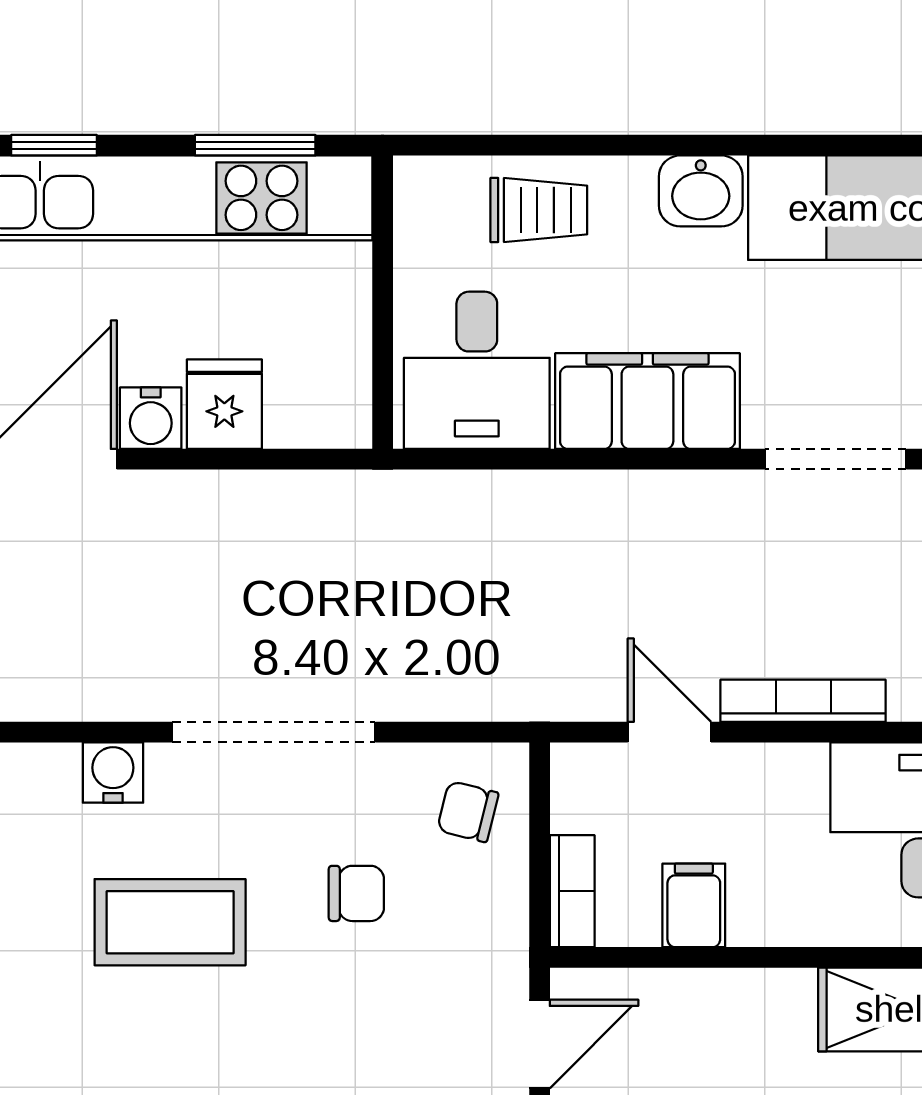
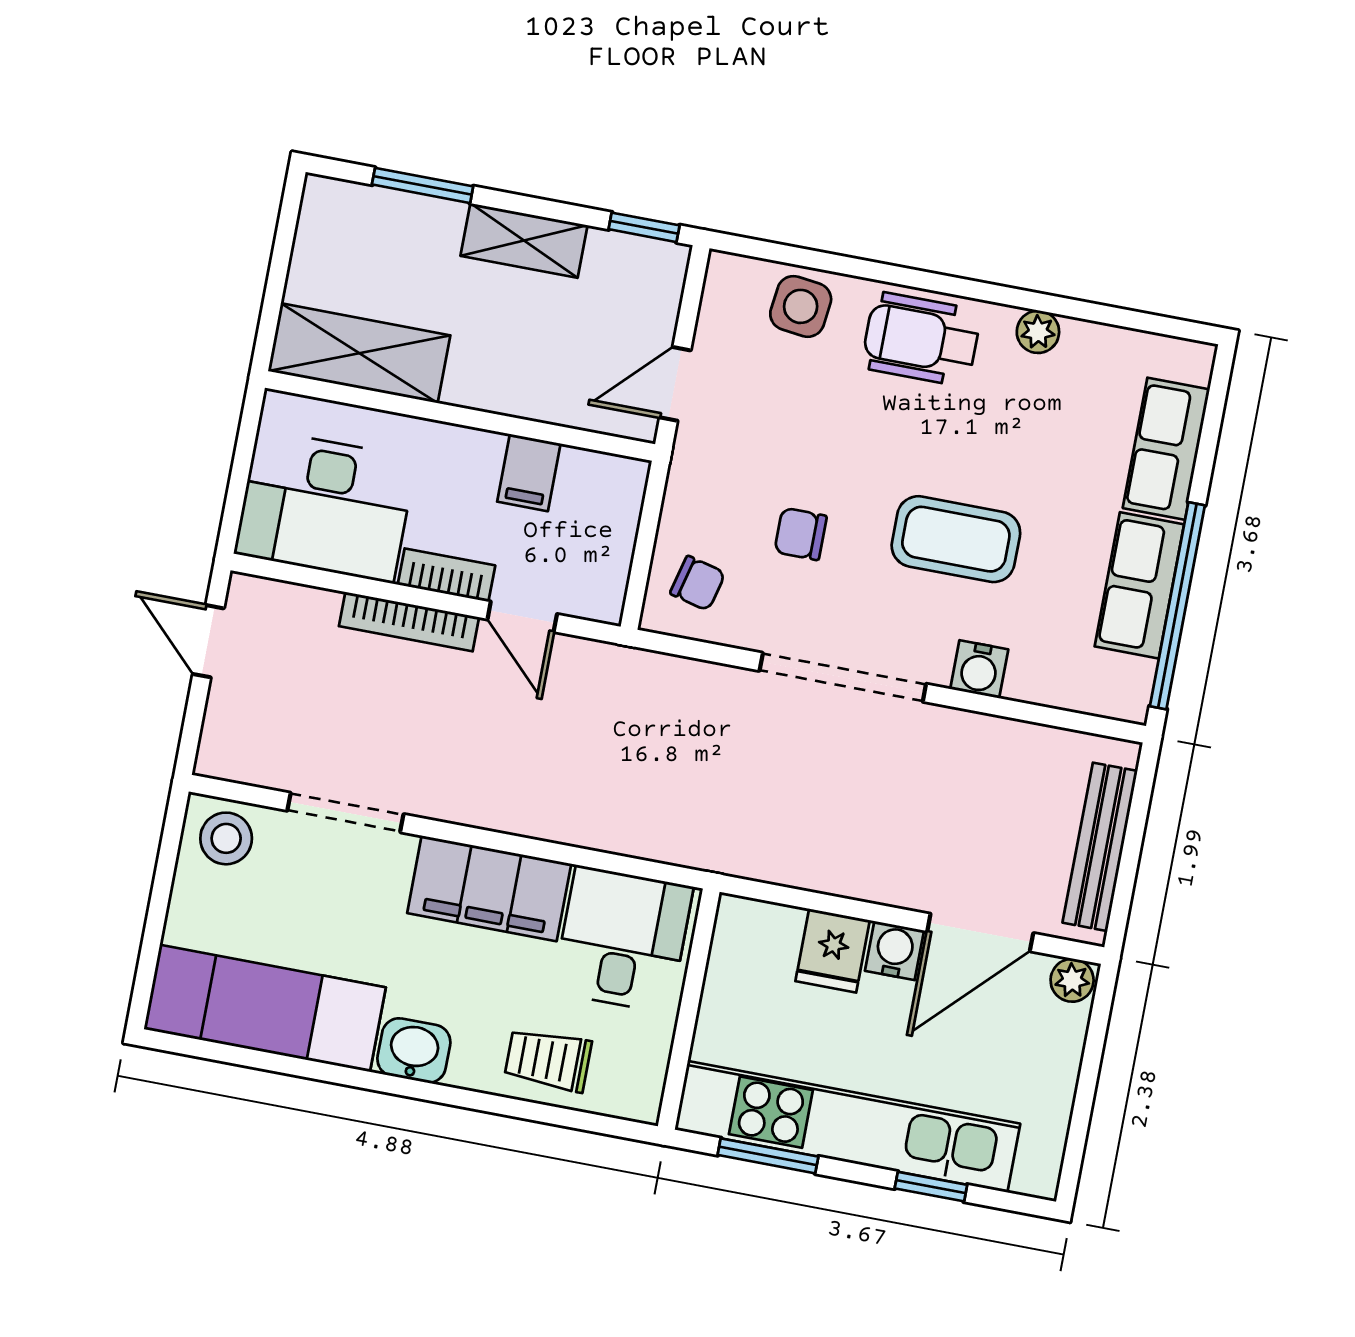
bookcase: (572, 891) -> (446, 575), moved, turned 90

